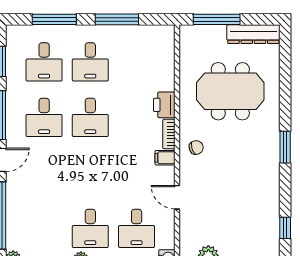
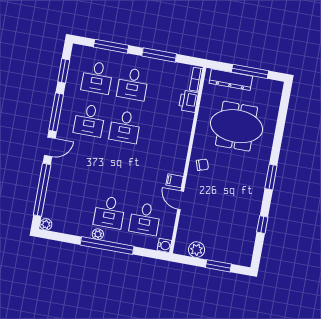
window: (217, 19) -> (250, 71), moved
dresser: (253, 34) -> (231, 80), moved
printer: (164, 105) -> (188, 101), moved
bookcase: (169, 134) -> (196, 79), moved
filing cabinet: (165, 158) -> (175, 181), moved
window: (285, 228) -> (262, 225), moved

